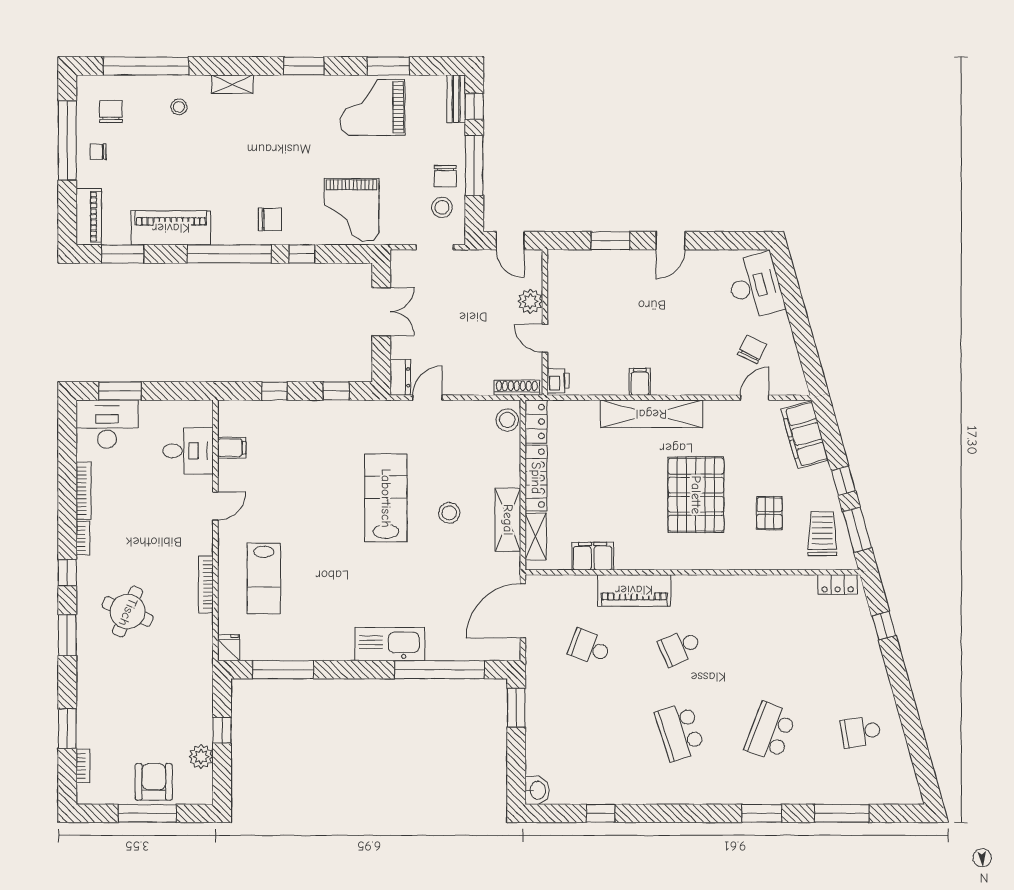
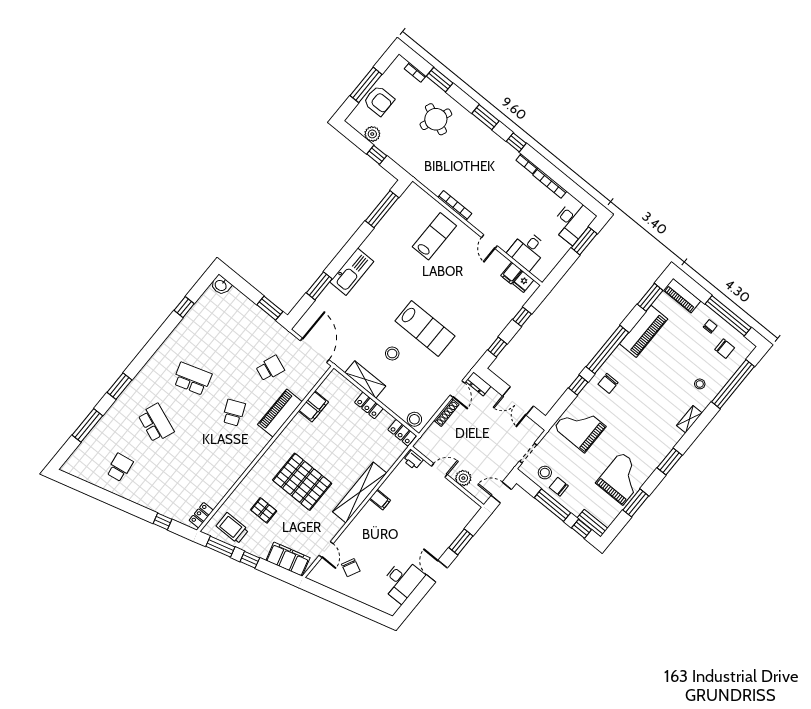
desk: (755, 286) -> (402, 581), moved, turned -74
shoe rack: (517, 388) -> (446, 412), moved
locker: (536, 478) -> (369, 405), width x0.66
trolley: (822, 534) -> (232, 528), turned 180
shelving: (536, 536) -> (346, 386), removed
lab bench: (264, 579) -> (434, 236), turned 90
round table: (128, 612) -> (436, 119), moved
fridge: (229, 648) -> (523, 282), moved, turned 90
window: (439, 670) -> (319, 286), width x0.47

